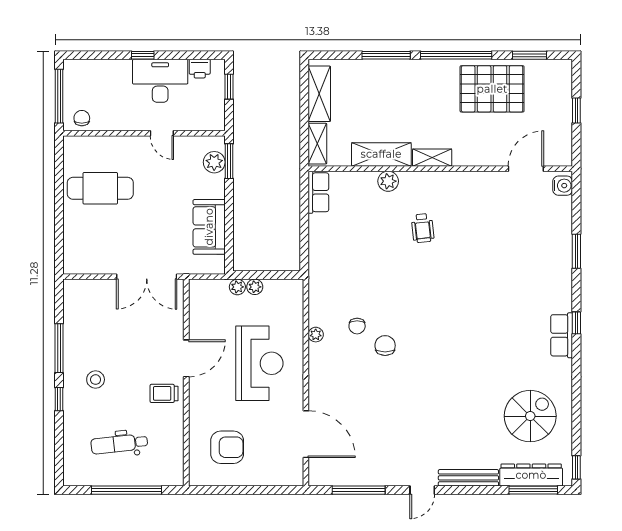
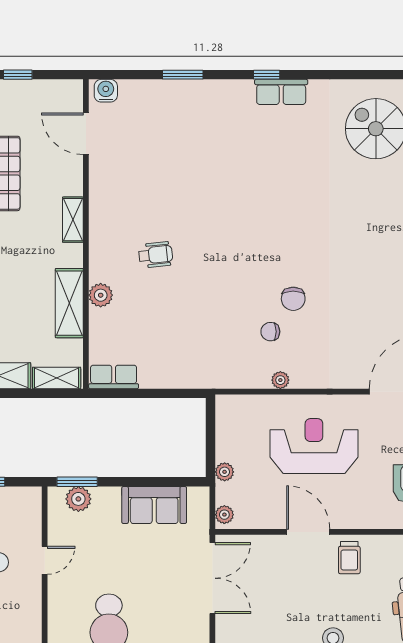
shelving: (432, 158) -> (73, 220), moved
plant: (255, 287) -> (224, 515), moved
chair: (357, 326) -> (270, 332), turned 180
chair: (385, 346) -> (293, 299), turned -90

